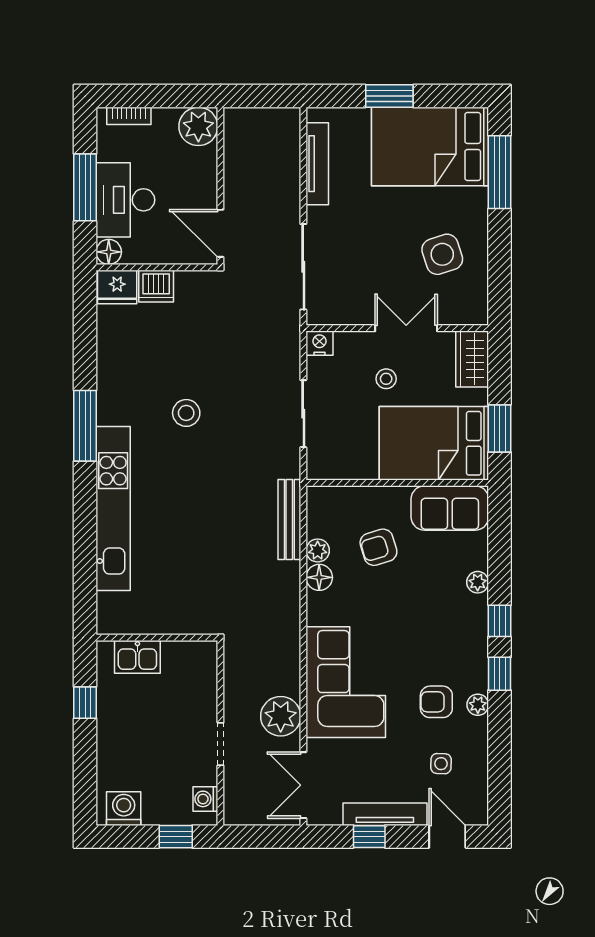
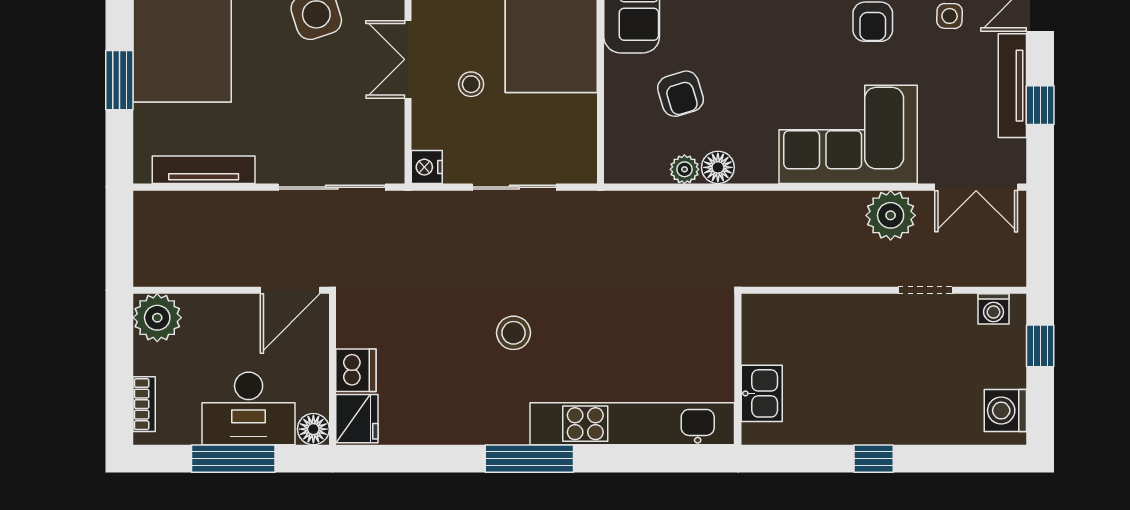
bench: (289, 519) -> (646, 205), removed
wall: (157, 638) -> (738, 369), moved
kitchen sink: (137, 657) -> (762, 393), moved

